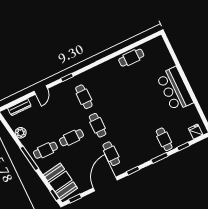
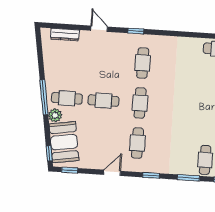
door: (41, 90) -> (99, 29), swing flipped
plant: (21, 133) -> (55, 115), moved
door: (105, 184) -> (112, 173), width x0.53

